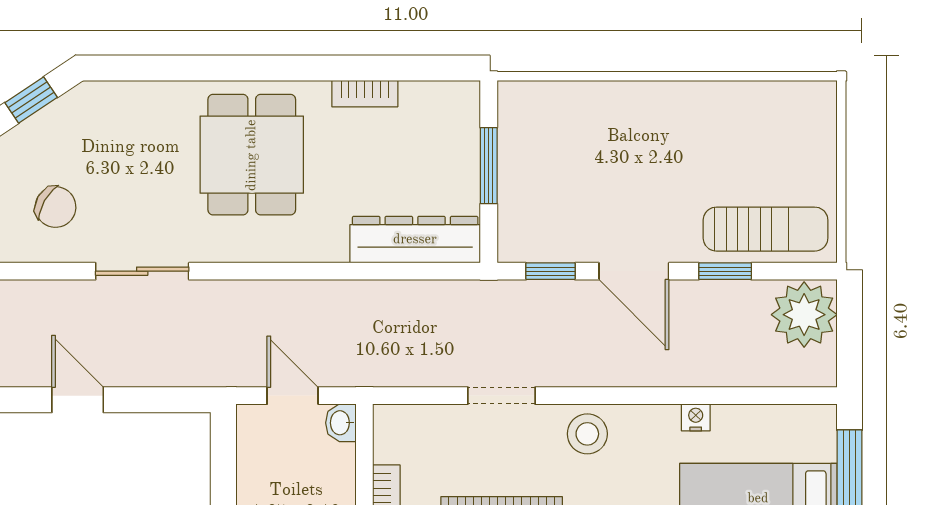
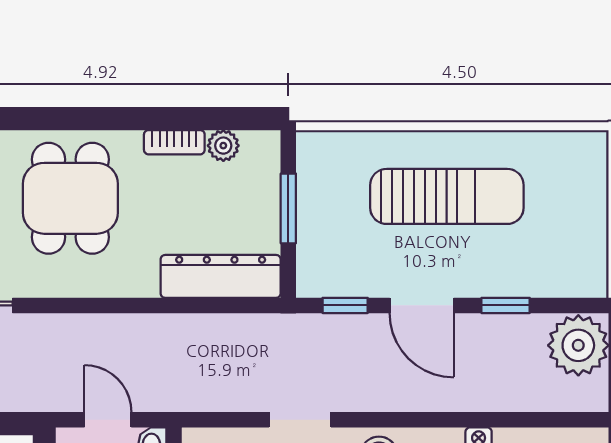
plant: (418, 97) -> (223, 146), added
sun lounger: (766, 229) -> (447, 196), moved, width x1.36, depth x1.34

